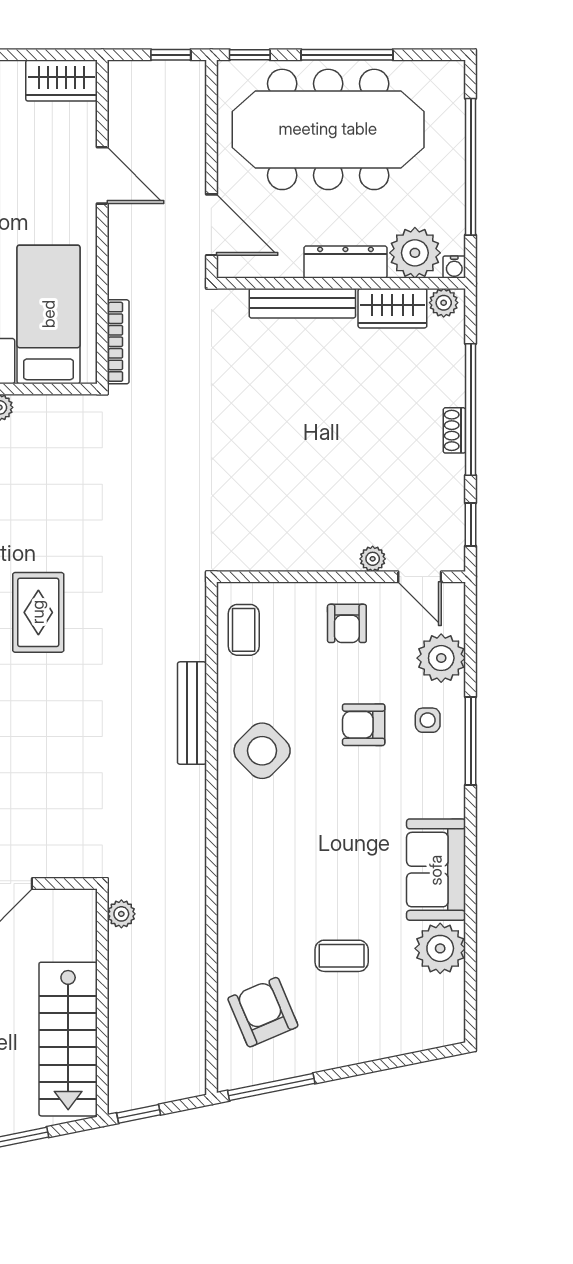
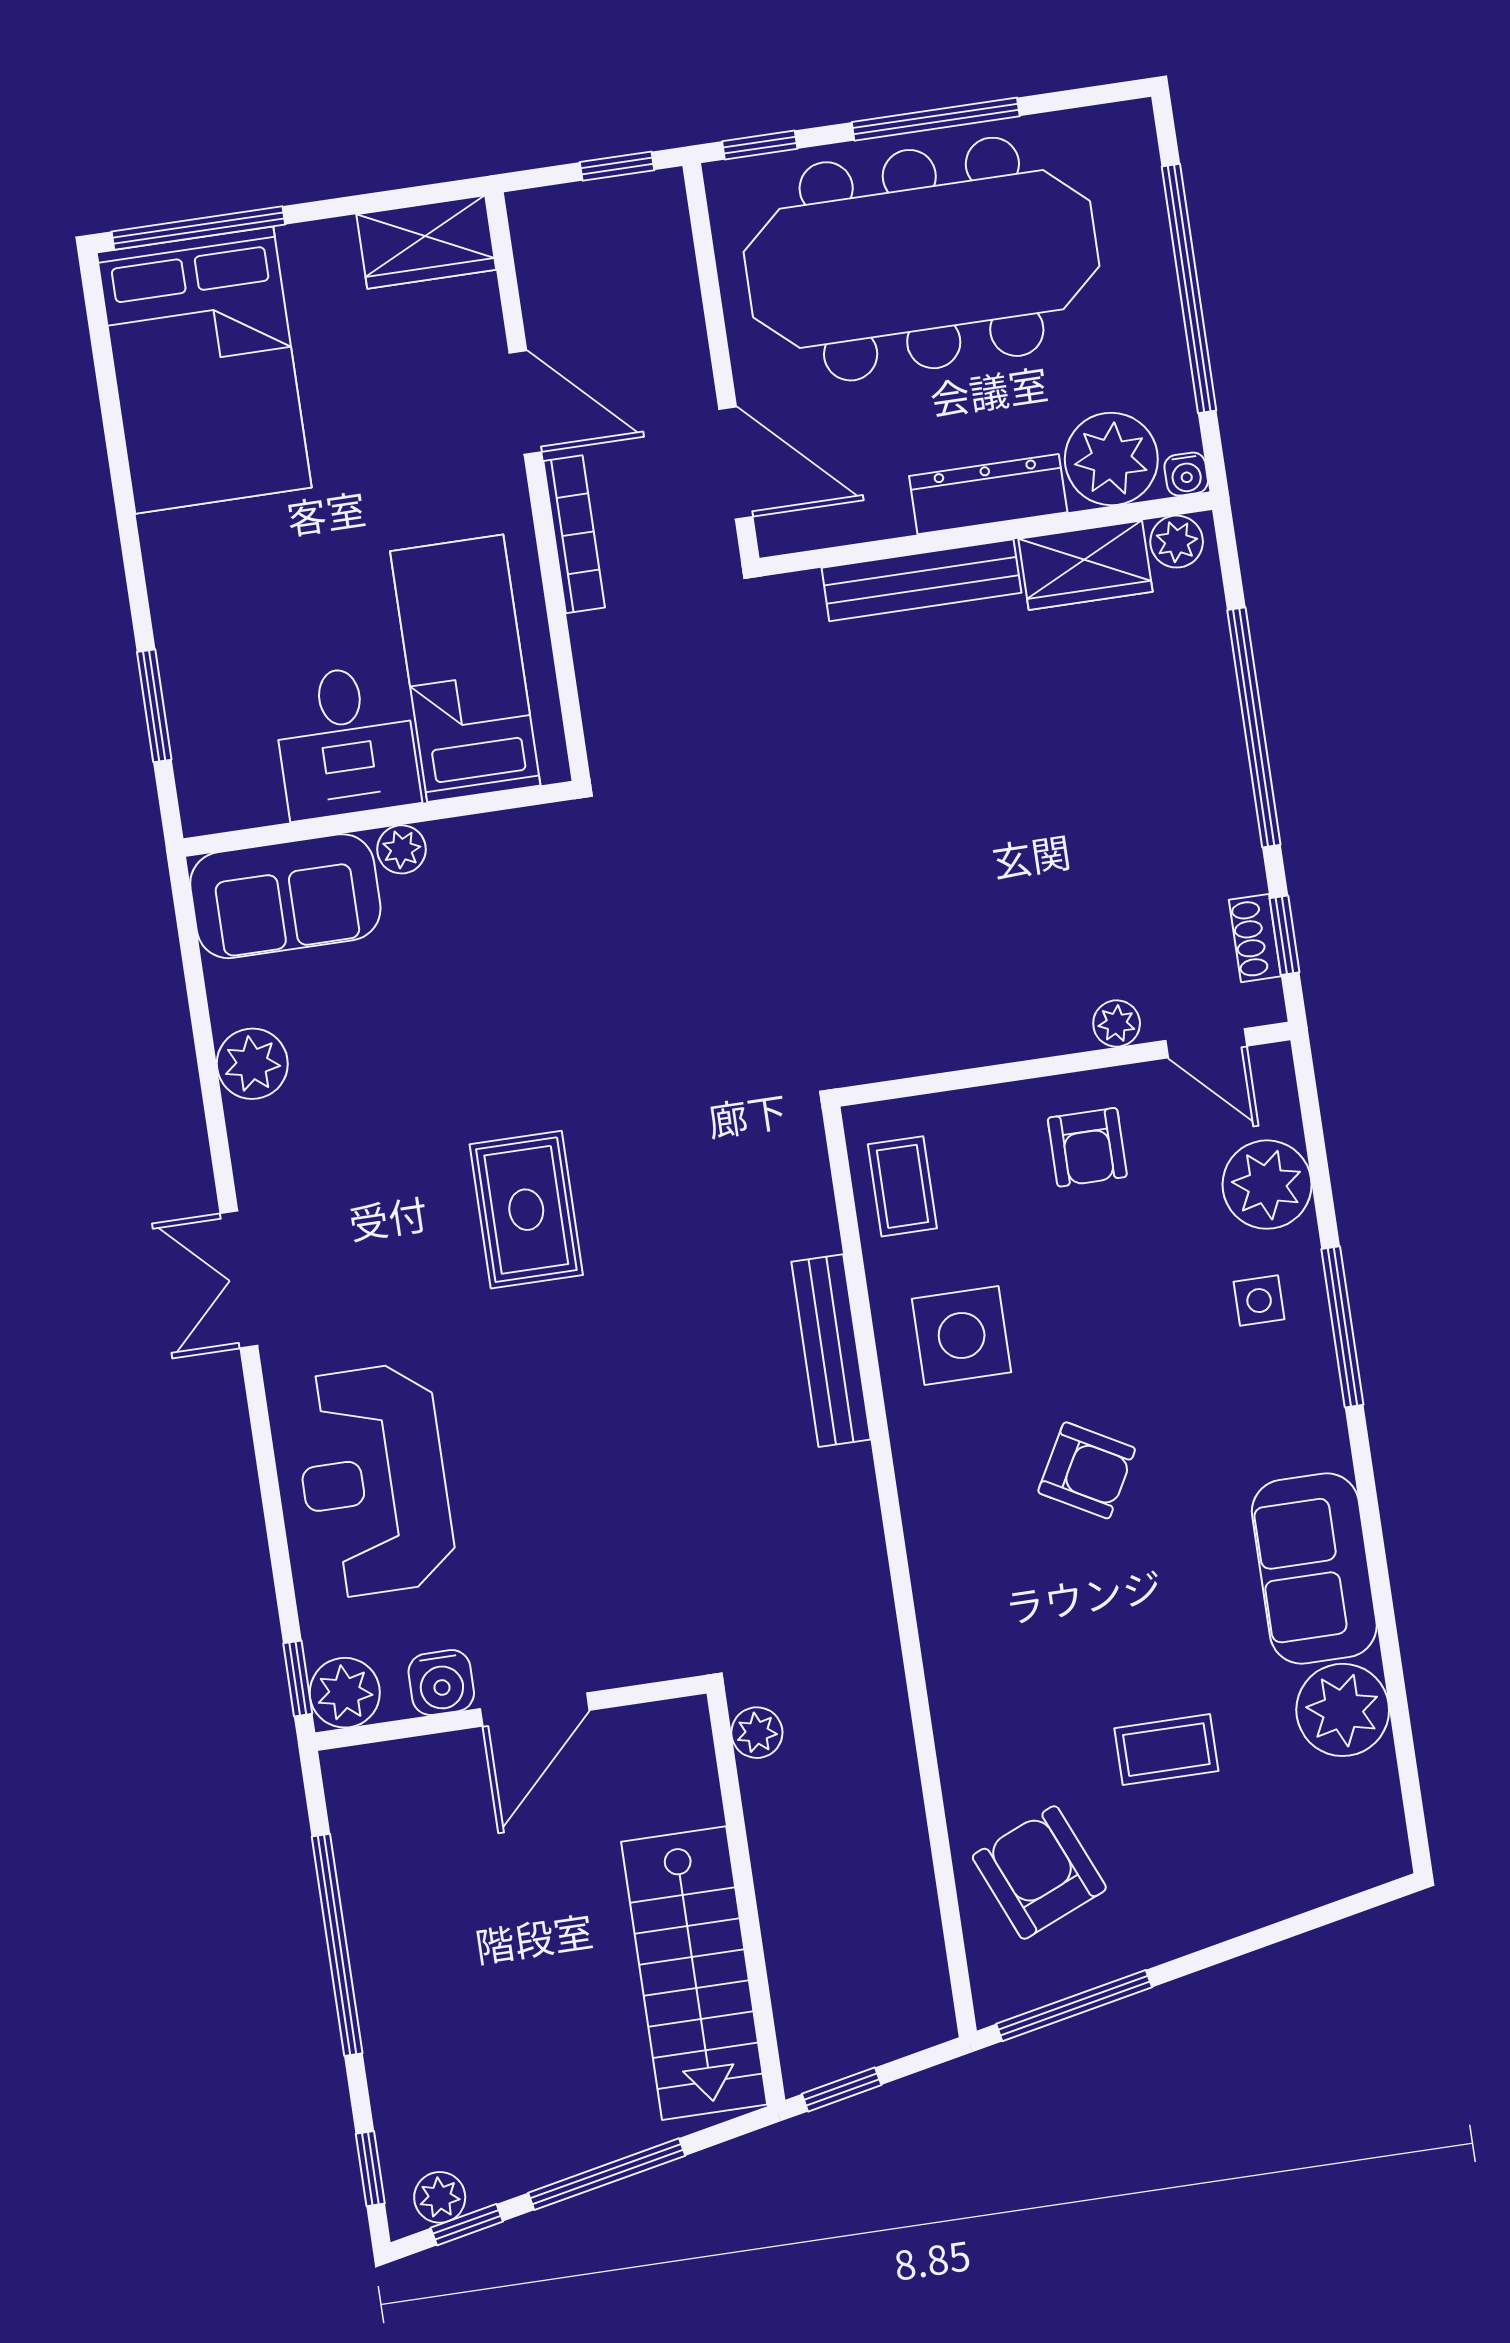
bookcase: (118, 342) -> (574, 534), moved
shoe rack: (454, 430) -> (1255, 938), moved
armchair: (364, 725) -> (1087, 1470), moved, turned -151
side table: (262, 751) -> (962, 1335), moved, turned 45

